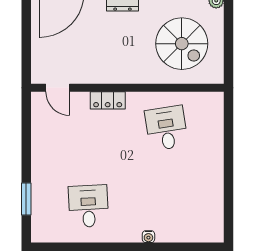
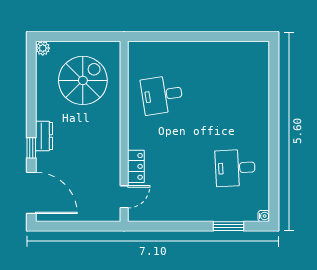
locker: (108, 100) -> (136, 166), moved
water cooler: (148, 237) -> (264, 216), moved

